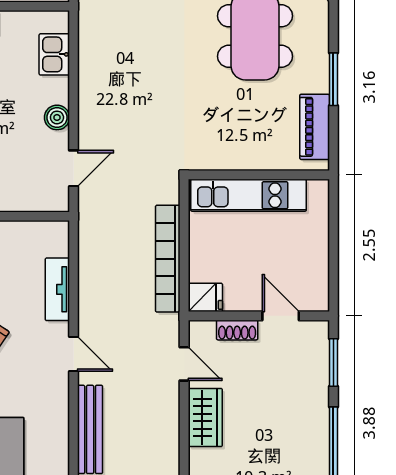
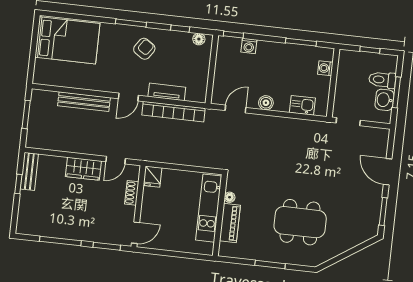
piano: (315, 127) -> (230, 223), moved, turned 90
floor lamp: (226, 162) -> (230, 197), added
door: (74, 168) -> (235, 109), swing flipped
bookcase: (168, 259) -> (173, 112), moved, turned 180
door: (281, 316) -> (136, 233), moved

